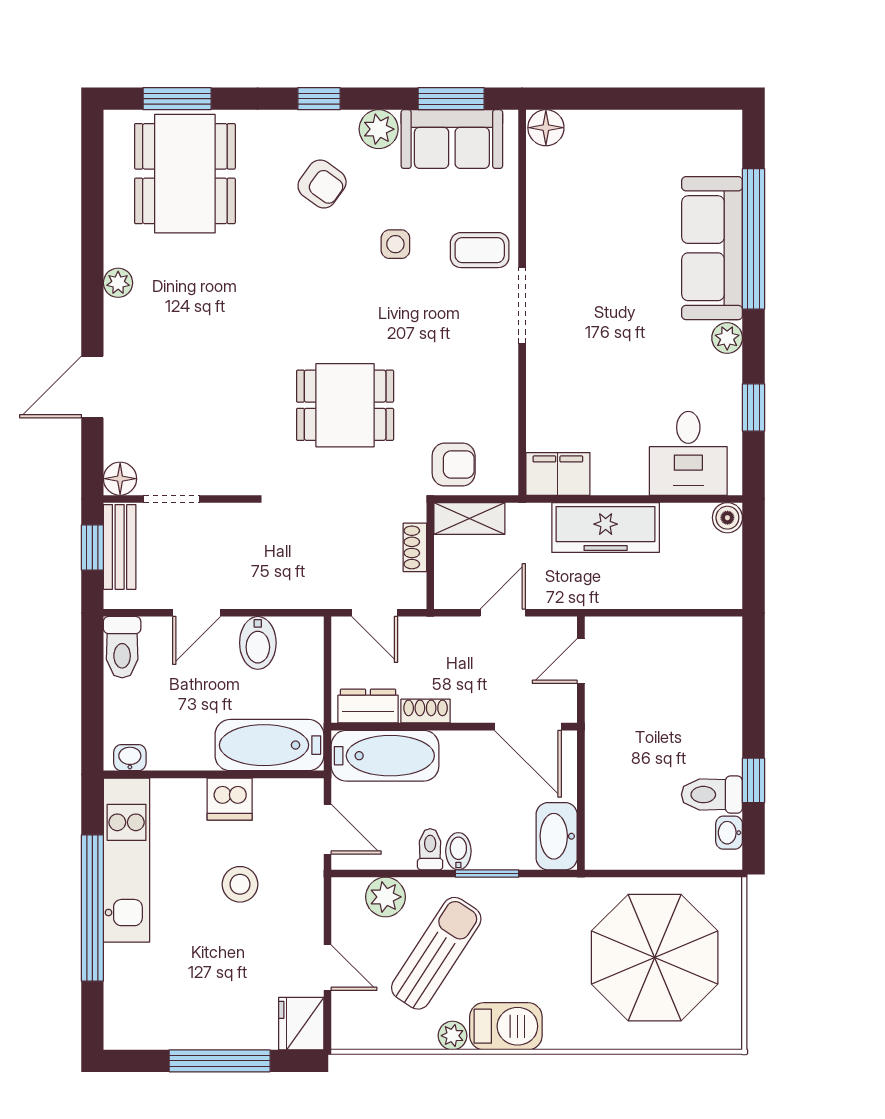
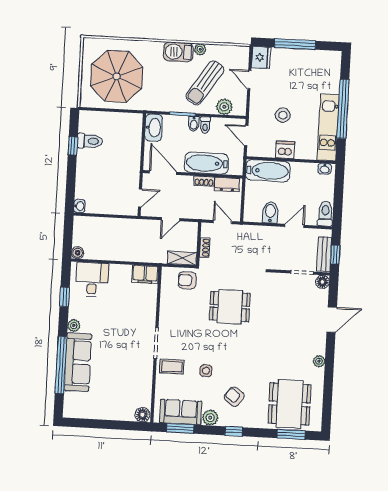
freezer: (606, 528) -> (127, 251), removed
bathtub: (385, 756) -> (207, 163), moved
washbasin: (729, 833) -> (79, 206), moved

